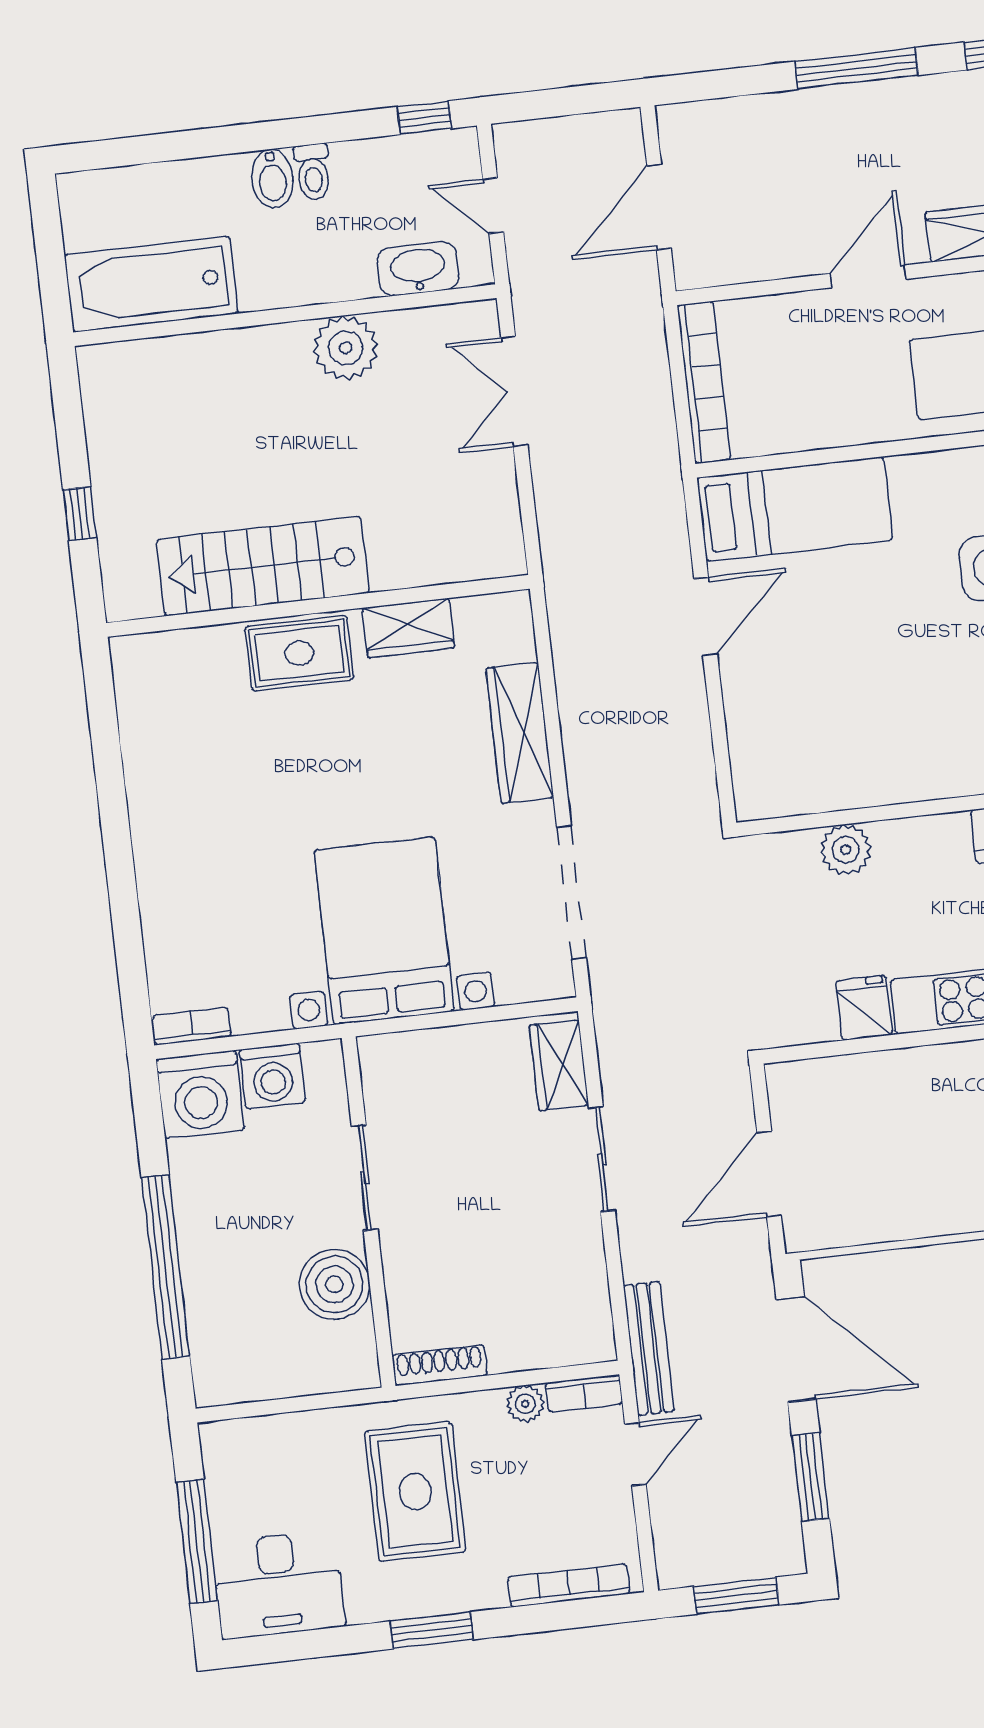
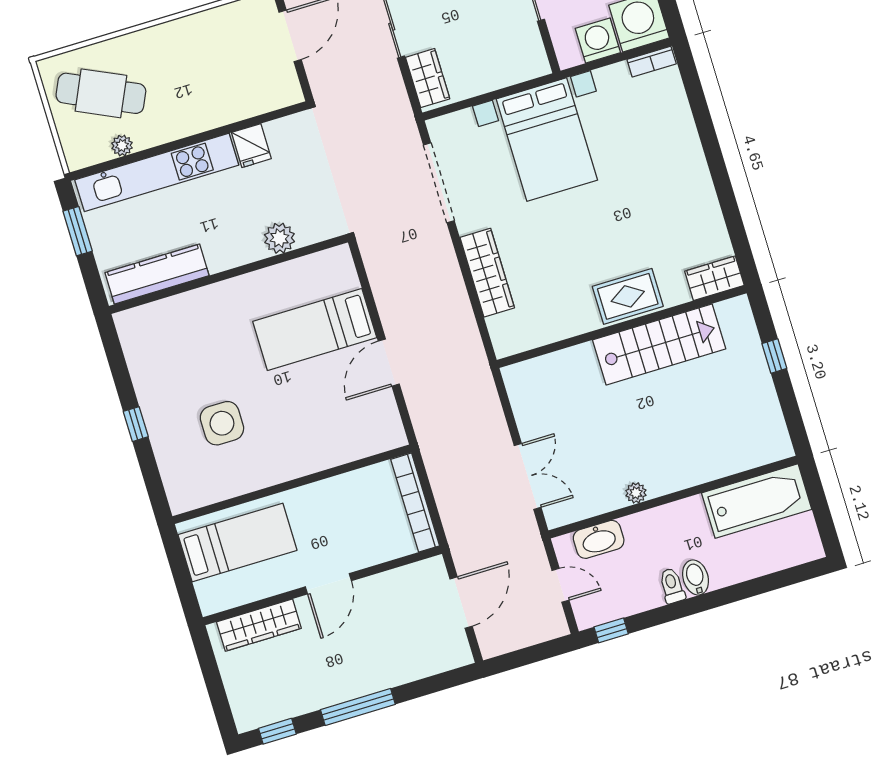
plant: (346, 348) -> (636, 493), width x0.53, depth x0.53
bed: (795, 509) -> (315, 329), moved
wardrobe: (408, 628) -> (714, 278), moved

